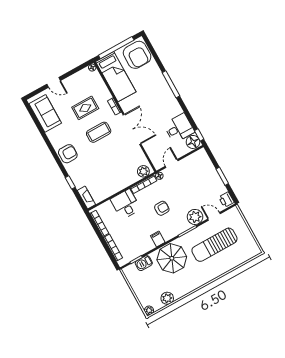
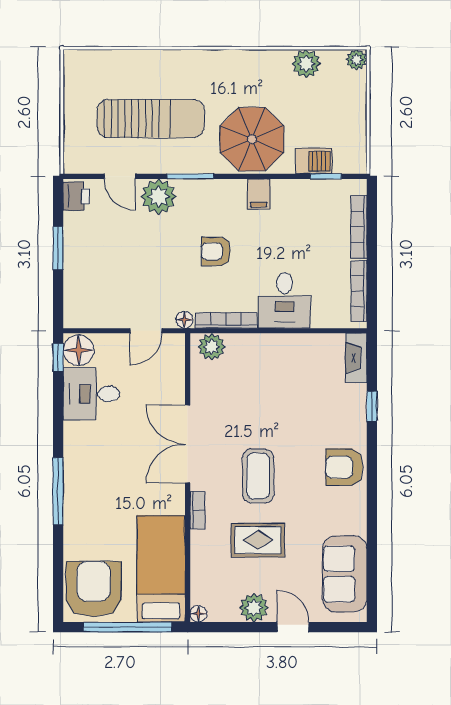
plant: (72, 82) -> (254, 608), added
coffee table: (99, 132) -> (258, 476), turned 90

